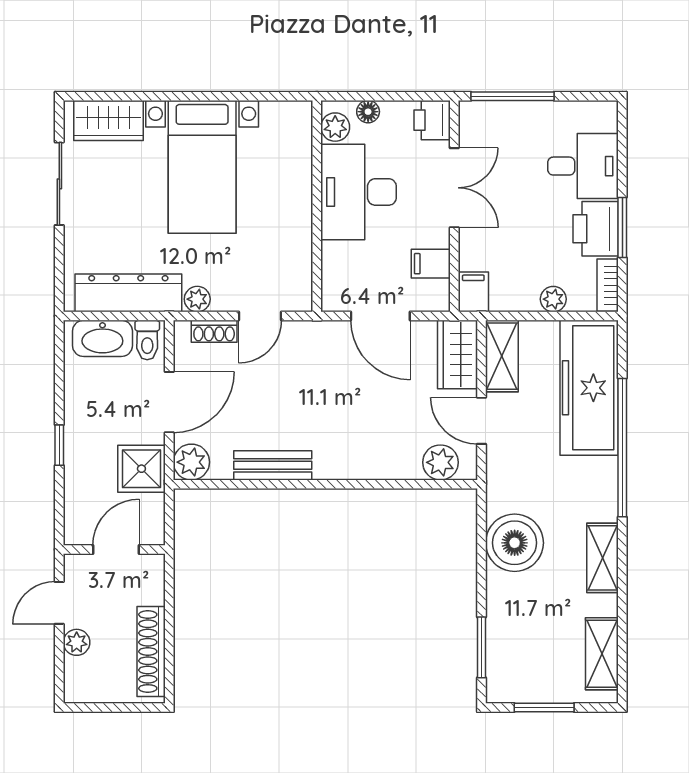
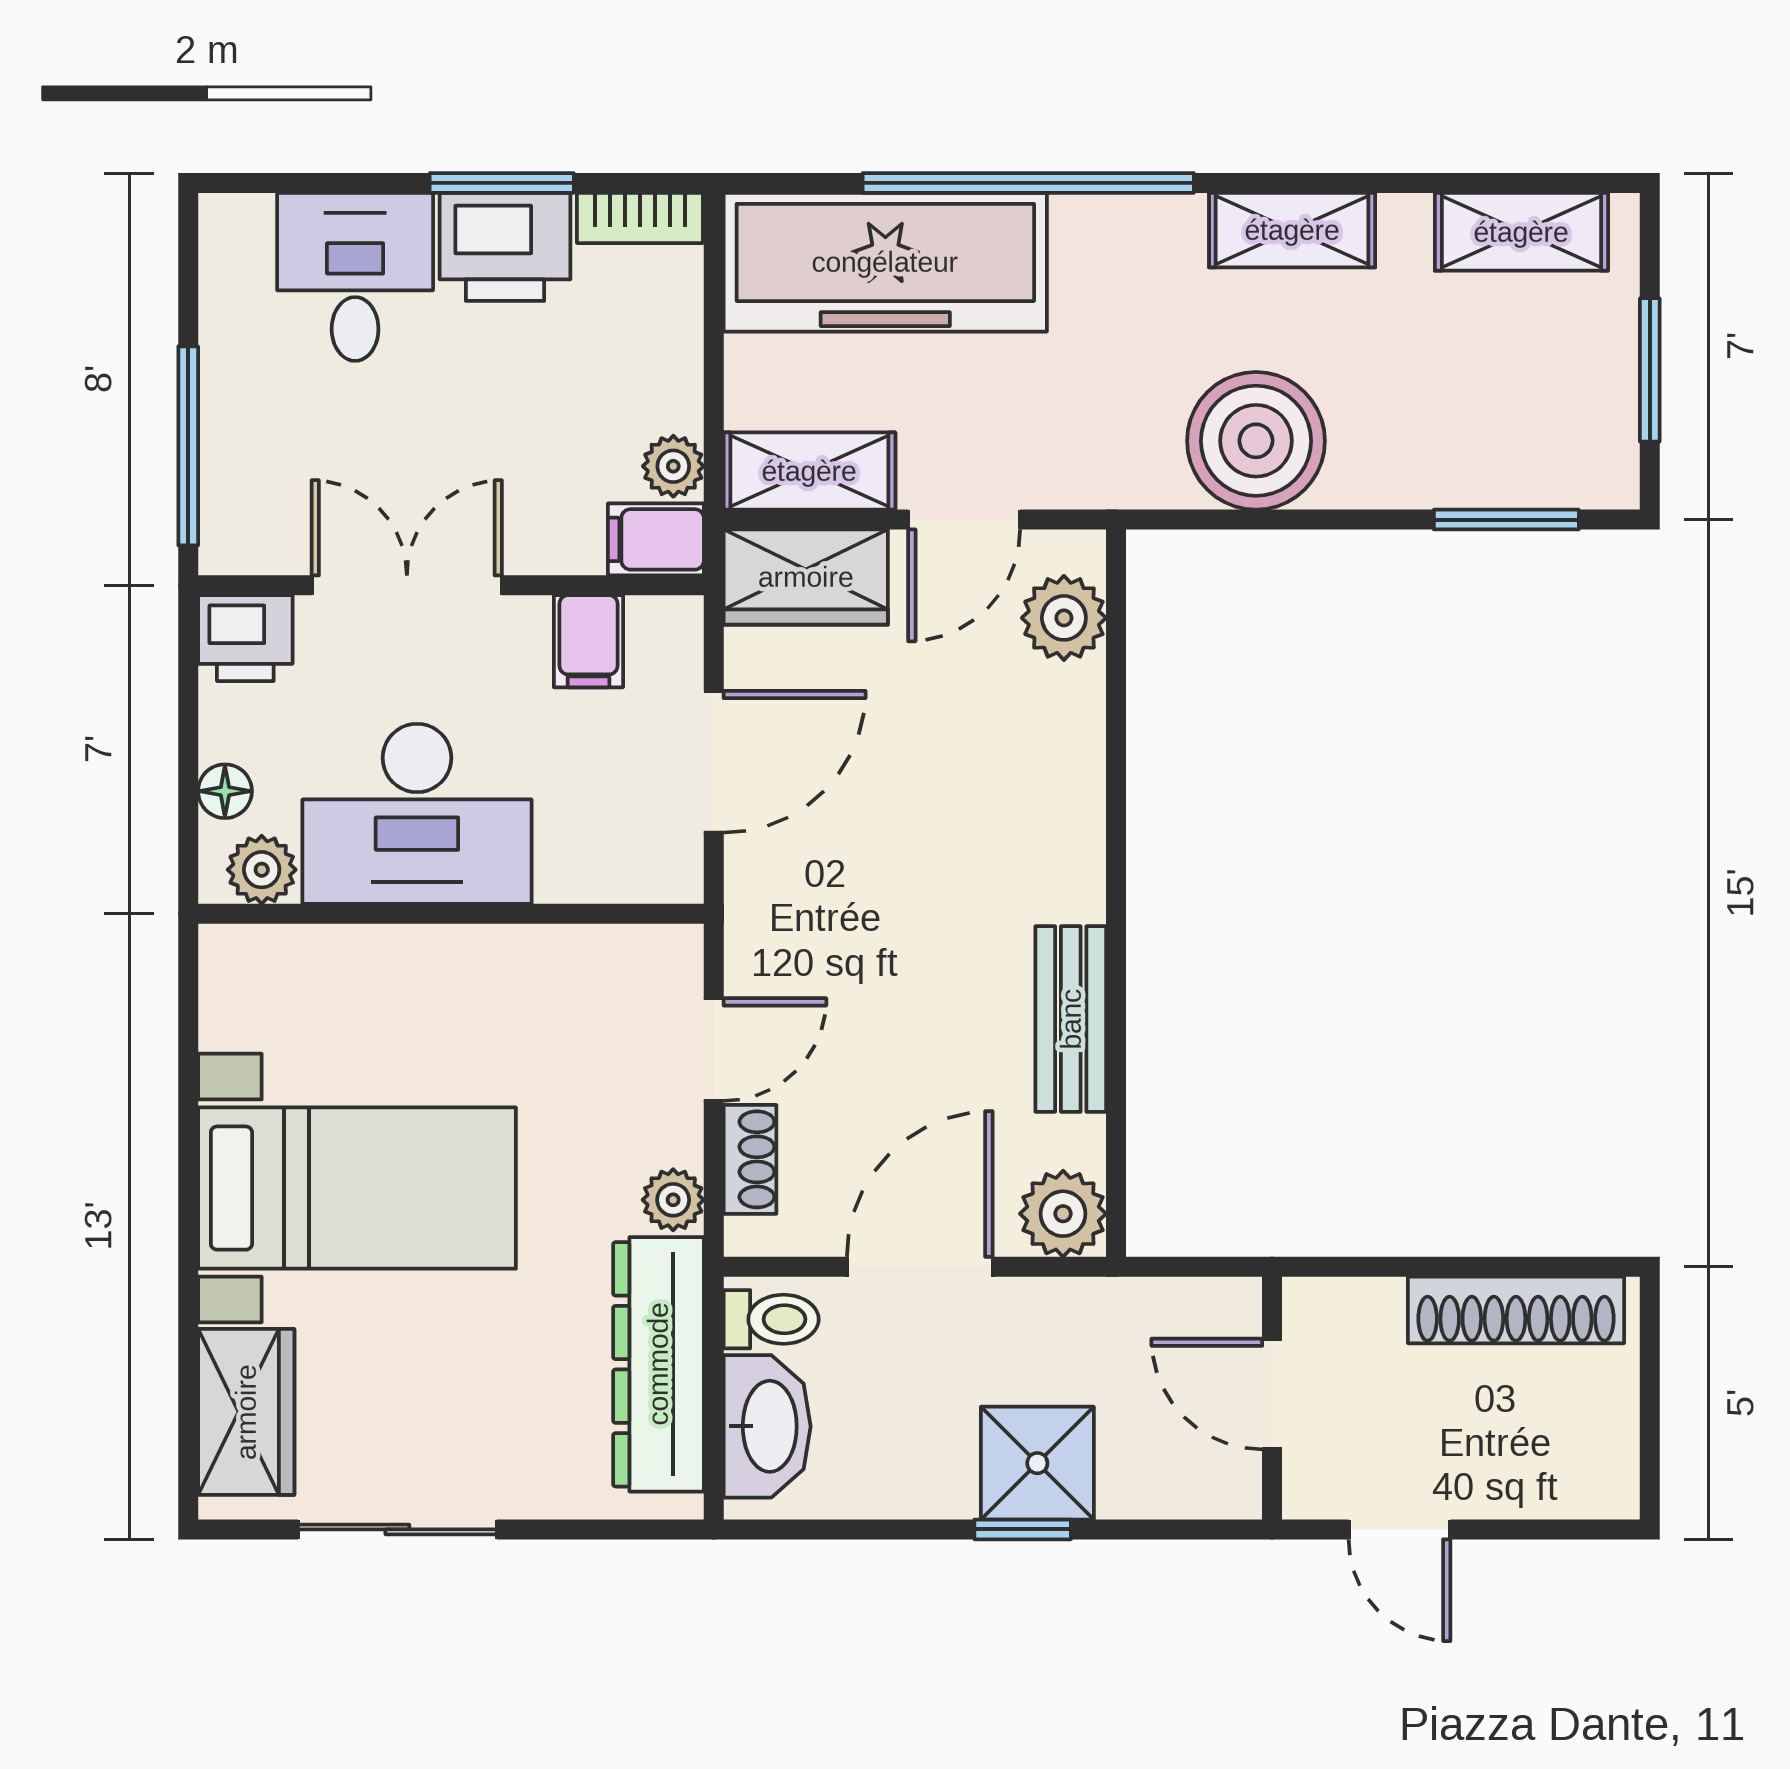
plant: (553, 299) -> (673, 466), moved
door: (260, 316) -> (714, 1050), hinge flipped
door: (169, 402) -> (920, 1267), hinge flipped
shower: (141, 469) -> (1037, 1463), moved
plant: (77, 642) -> (1494, 1488), removed

